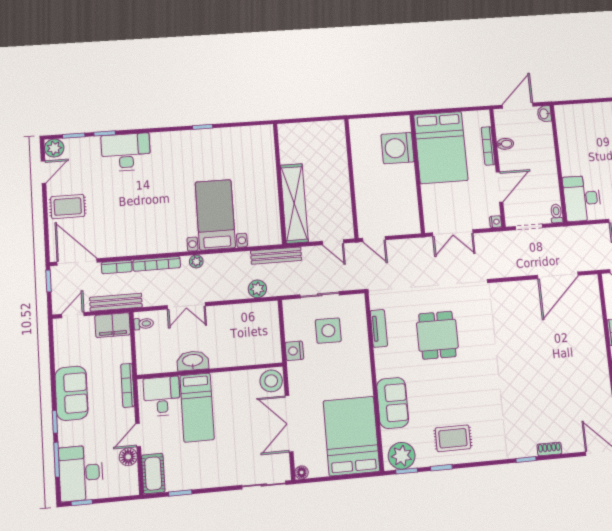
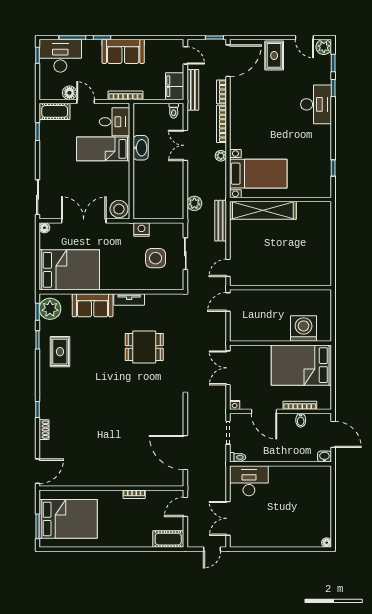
wall: (280, 183) -> (281, 200), moved
shelving: (294, 203) -> (263, 210), moved
tv unit: (379, 328) -> (129, 299), moved

